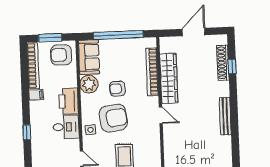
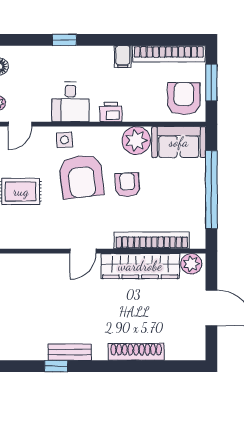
plant: (166, 46) -> (191, 264), added
shoe rack: (223, 63) -> (136, 352), moved
window: (232, 66) -> (56, 366), moved
printer: (69, 101) -> (111, 112), width x0.53, depth x0.68
bench: (225, 116) -> (70, 352), width x0.73

